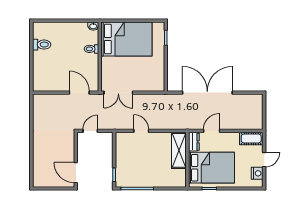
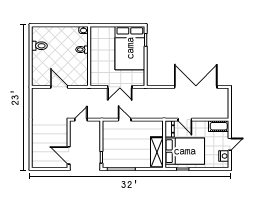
bed: (126, 39) -> (130, 48), moved, turned 90
door: (79, 93) -> (59, 87), moved
double door: (118, 93) -> (120, 87), moved
double door: (207, 93) -> (196, 87), moved
door: (212, 131) -> (185, 120), swing flipped
shelving: (179, 150) -> (157, 152), moved

